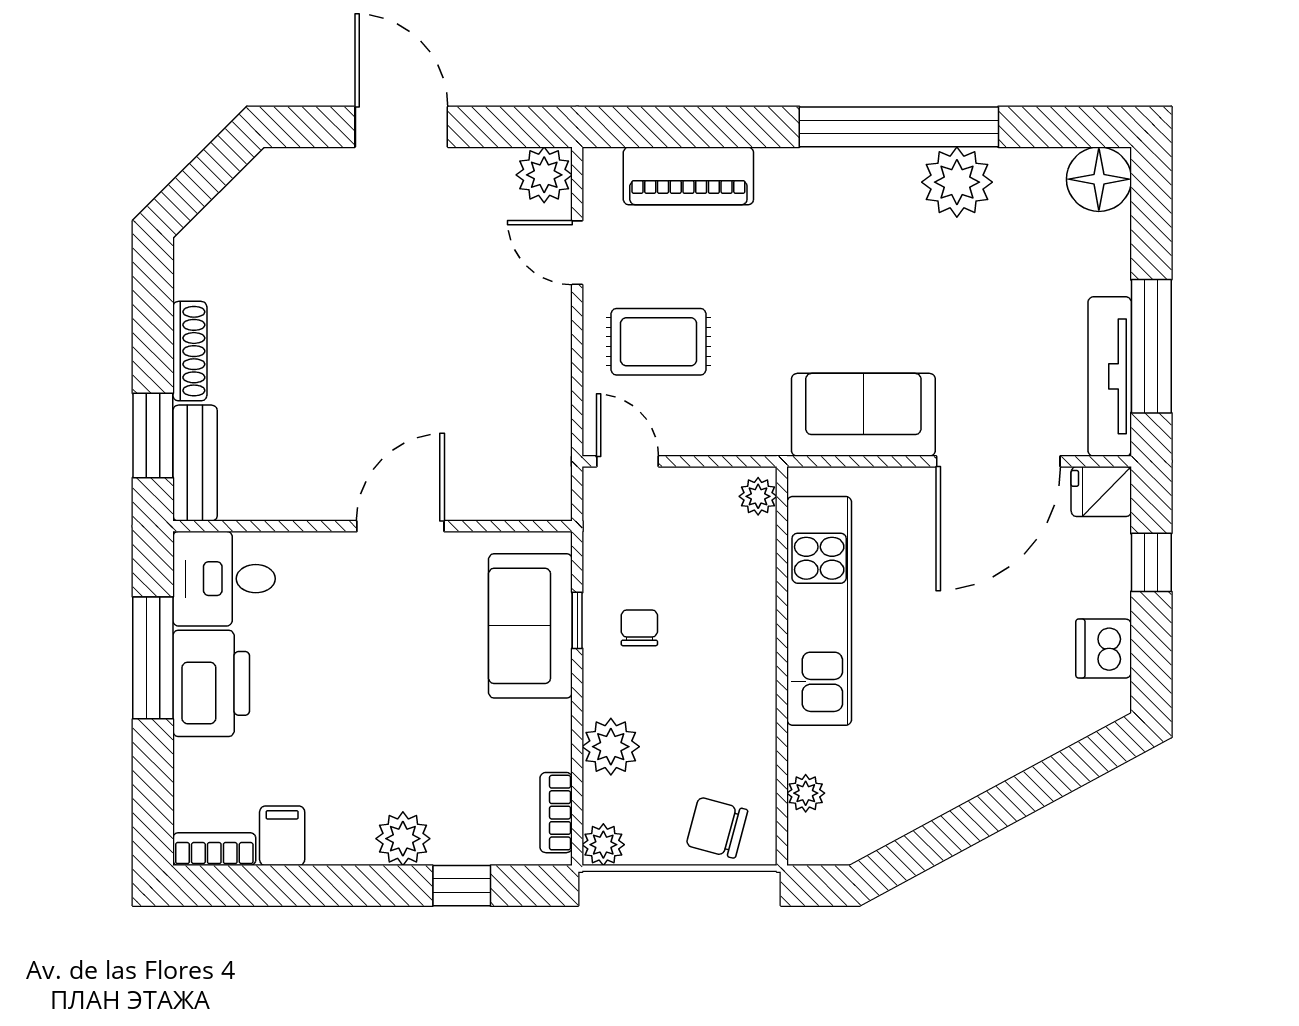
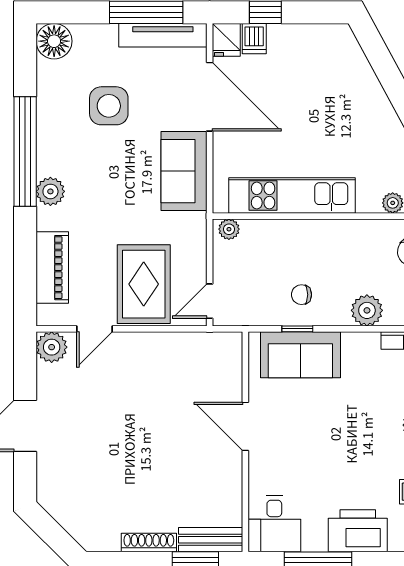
plant: (957, 182) -> (50, 191), moved, width x0.73, depth x0.73
side table: (982, 278) -> (109, 106), added
rug: (659, 342) -> (144, 284), width x1.36, depth x1.43
dishwasher: (1104, 649) -> (254, 39), moved, width x0.73
printer: (211, 683) -> (358, 531), moved

